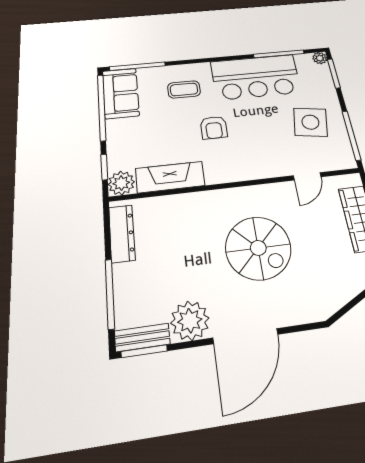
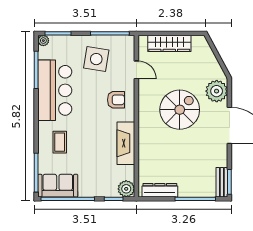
armchair: (214, 128) -> (116, 100), moved
fireplace: (170, 177) -> (126, 143), moved
plant: (190, 321) -> (217, 91), moved

